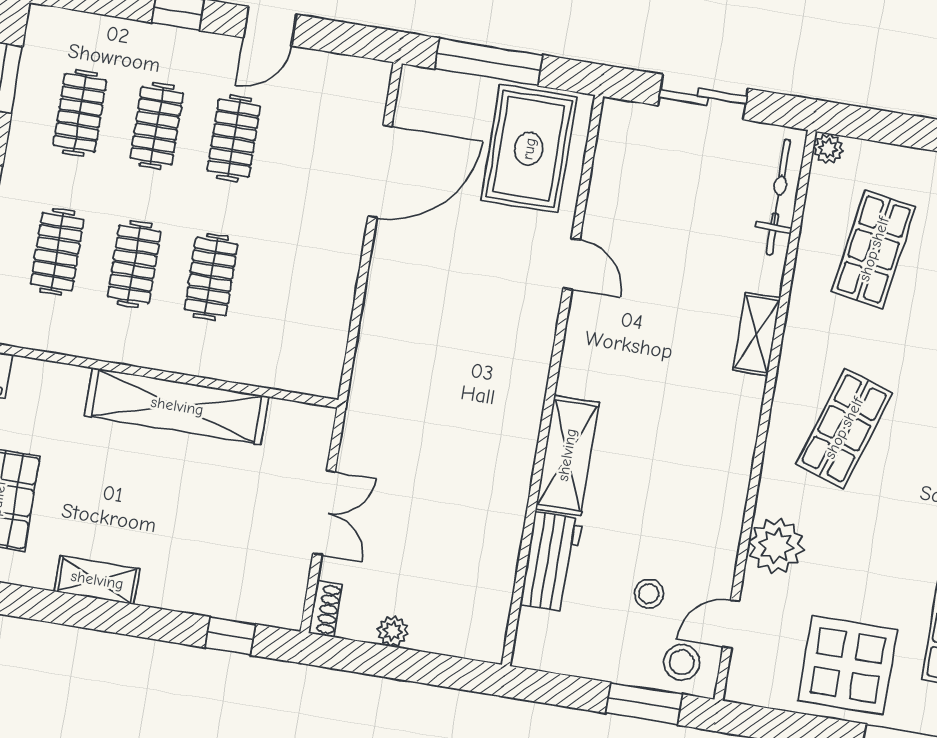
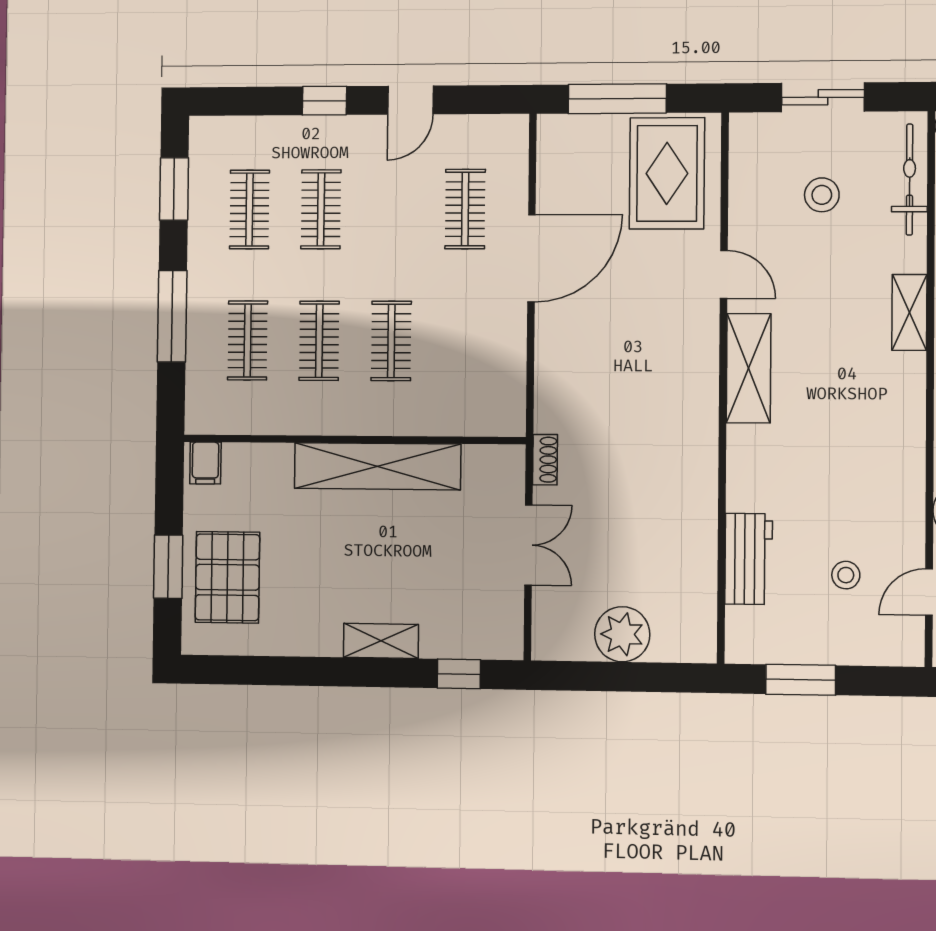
clothes rail: (234, 138) -> (465, 209), moved
door: (380, 172) -> (531, 258), moved
shelving: (567, 455) -> (749, 368), moved
shelving: (97, 580) -> (381, 641), moved
shoe rack: (325, 609) -> (545, 460), moved
plant: (393, 631) -> (622, 634), width x1.87, depth x1.87
stool: (682, 662) -> (822, 195), moved
window: (644, 704) -> (801, 680), moved

